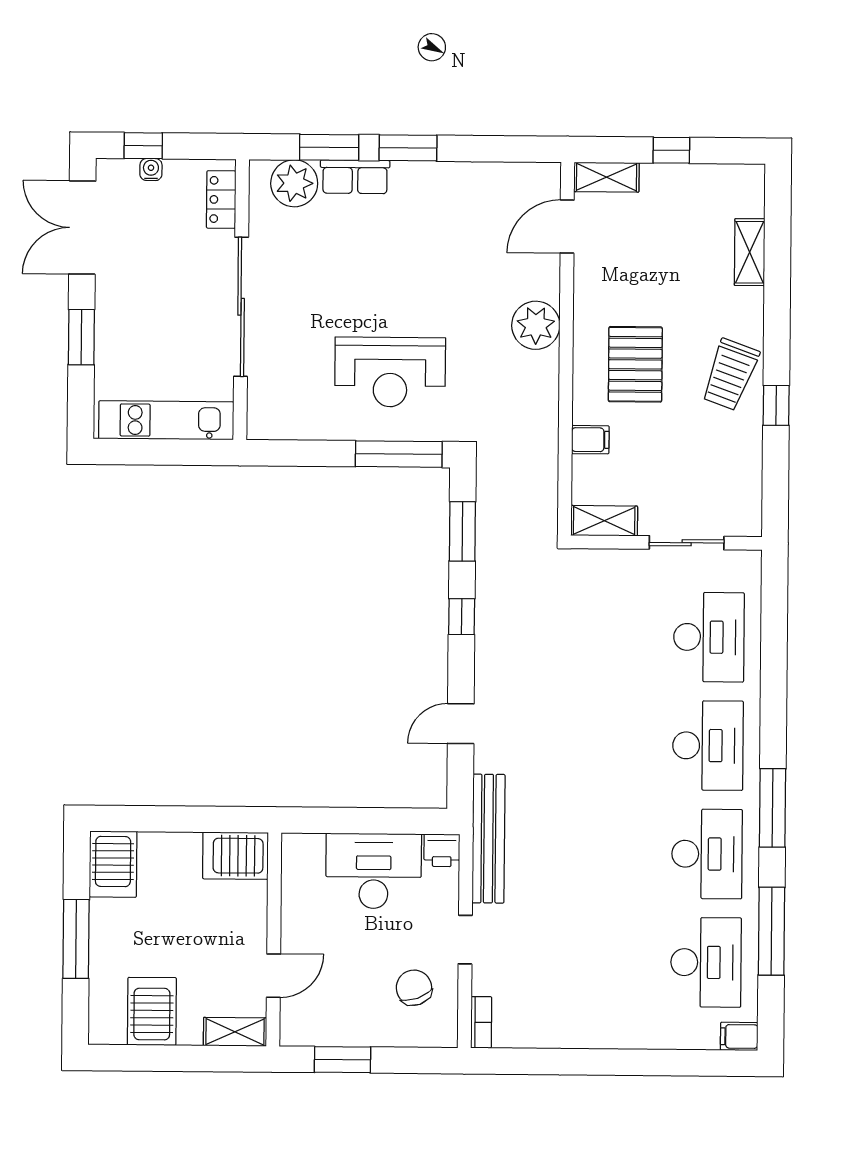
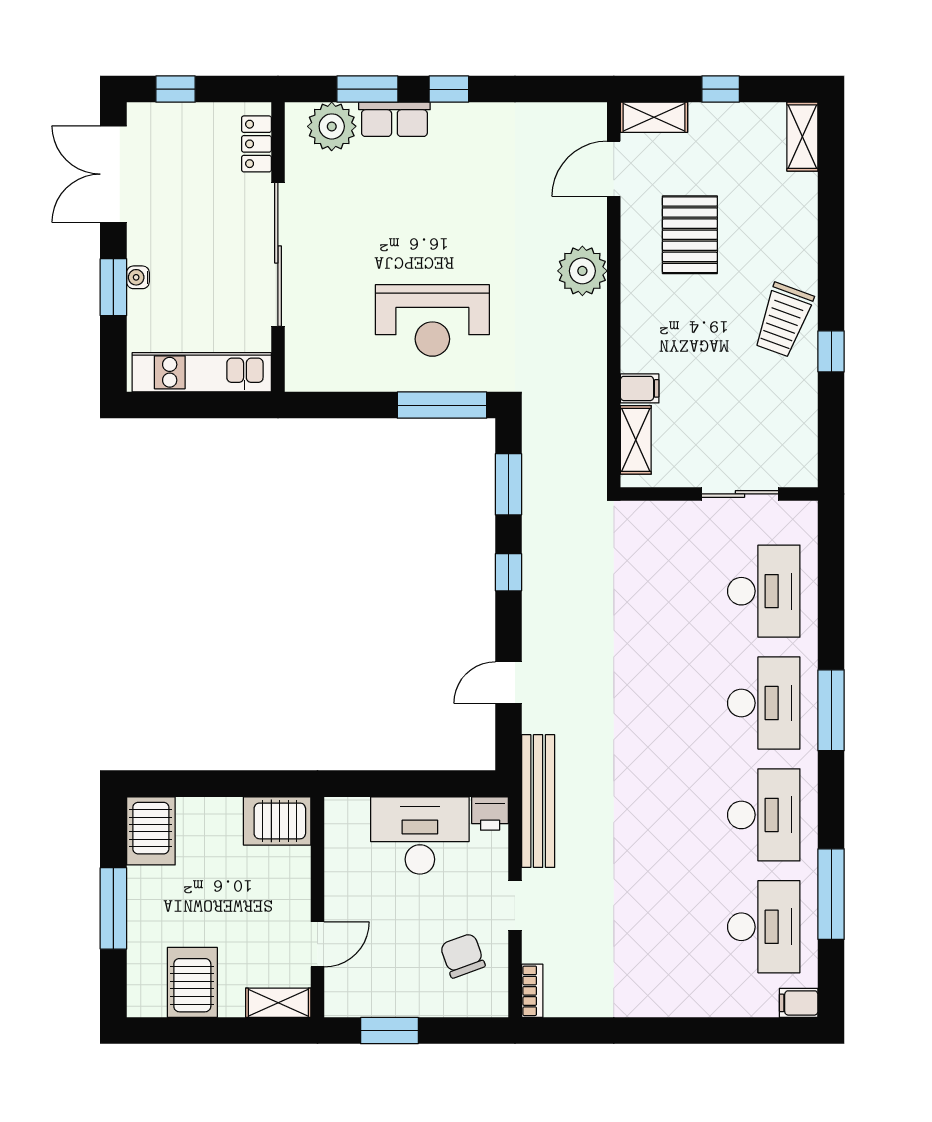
window: (408, 148) -> (449, 89), width x0.67
water cooler: (151, 170) -> (138, 277), moved, turned -90
shelving: (750, 252) -> (802, 137), moved
pallet: (635, 364) -> (690, 235), moved
shelving: (604, 521) -> (636, 440), moved, turned 90
window: (773, 808) -> (831, 710), moved

